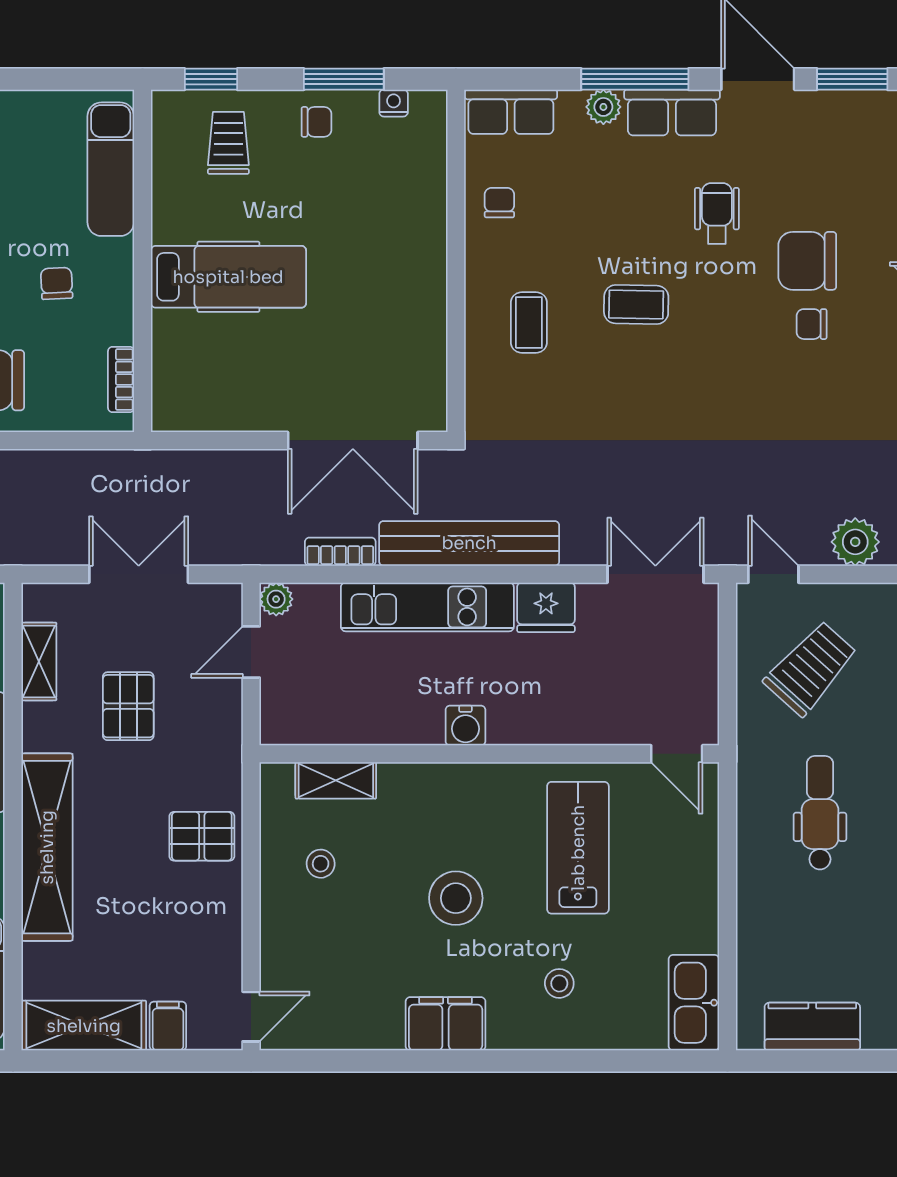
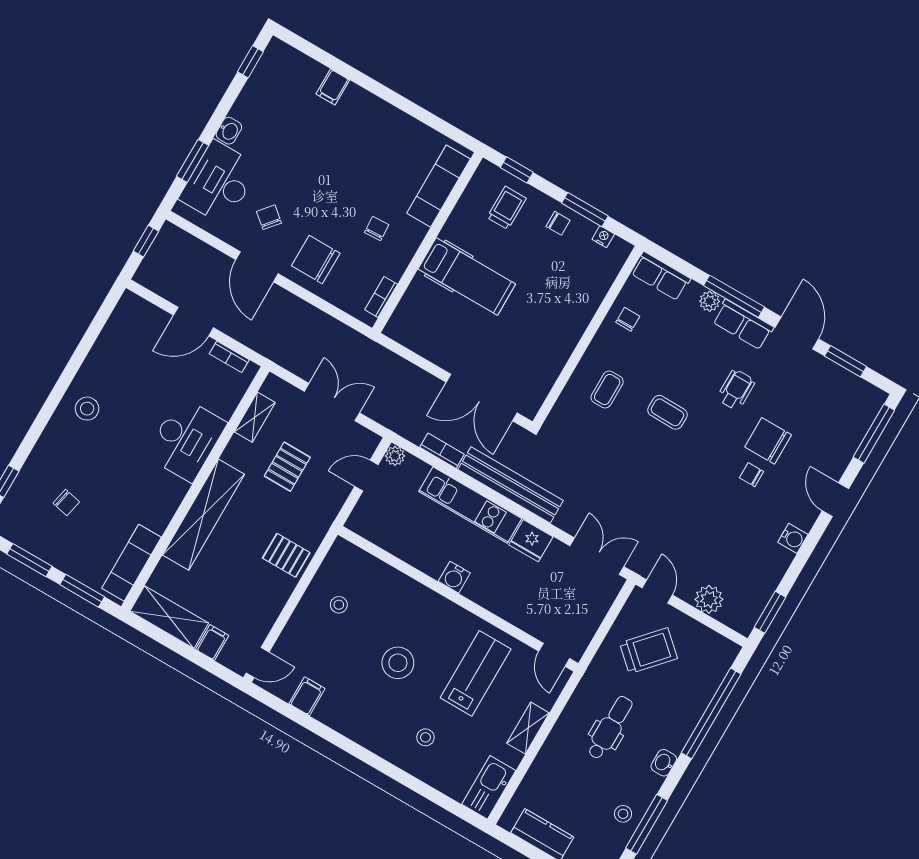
shelving: (336, 780) -> (528, 728), moved, turned 90
filing cabinet: (446, 1024) -> (307, 696), moved, width x0.50

